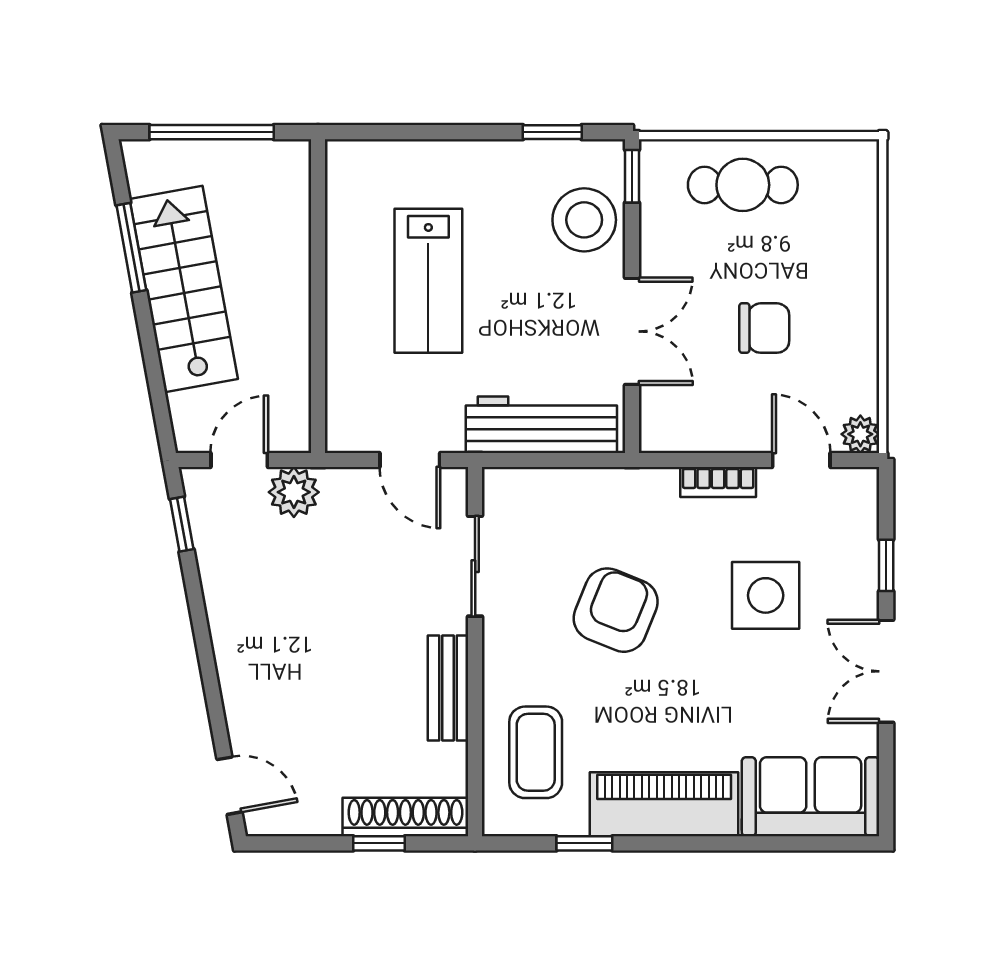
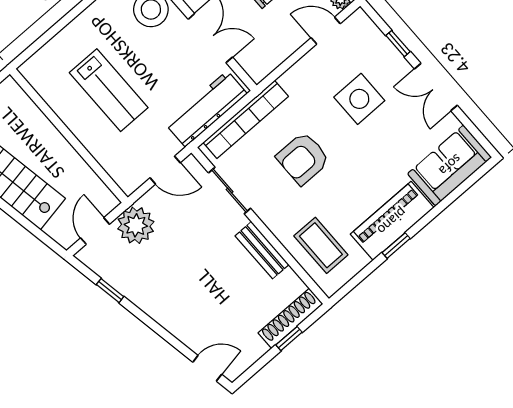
bookcase: (718, 482) -> (246, 119), moved, width x2.31, depth x1.31
plant: (294, 492) -> (136, 225), width x1.36, depth x1.36
window: (182, 524) -> (110, 291), moved
armchair: (616, 610) -> (303, 158), turned -112
window: (584, 843) -> (396, 246), moved

